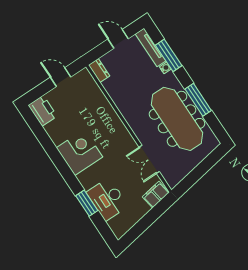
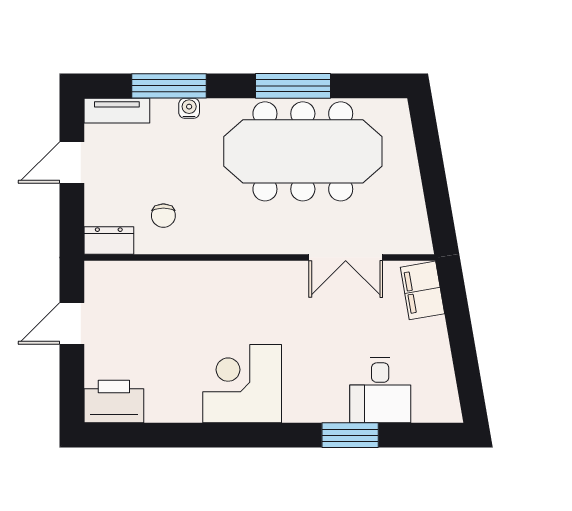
tv unit: (151, 47) -> (117, 111), width x0.71
chair: (121, 84) -> (163, 216), added
desk: (107, 199) -> (380, 390), width x0.73

